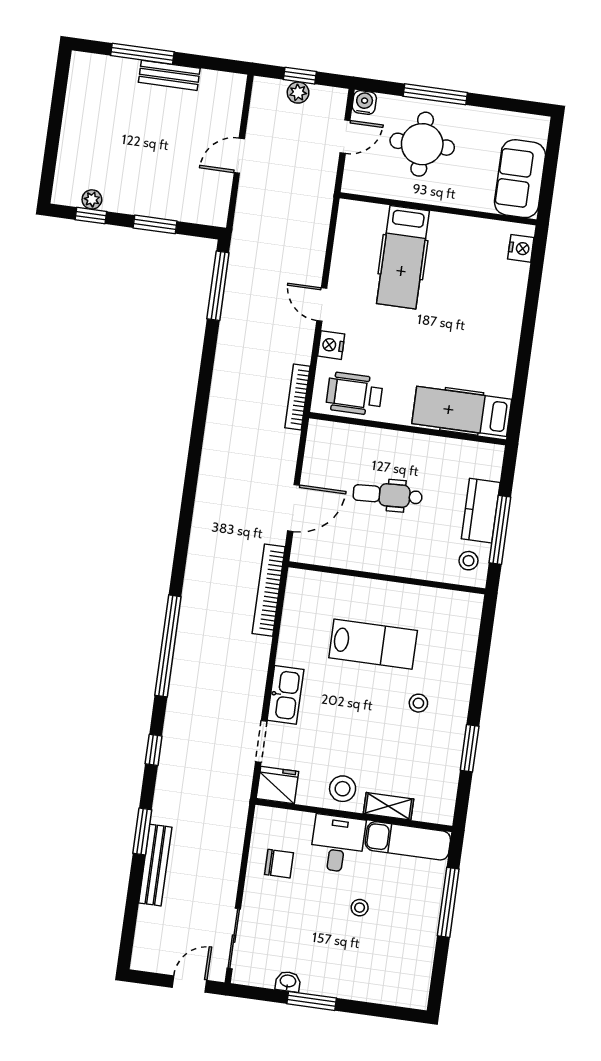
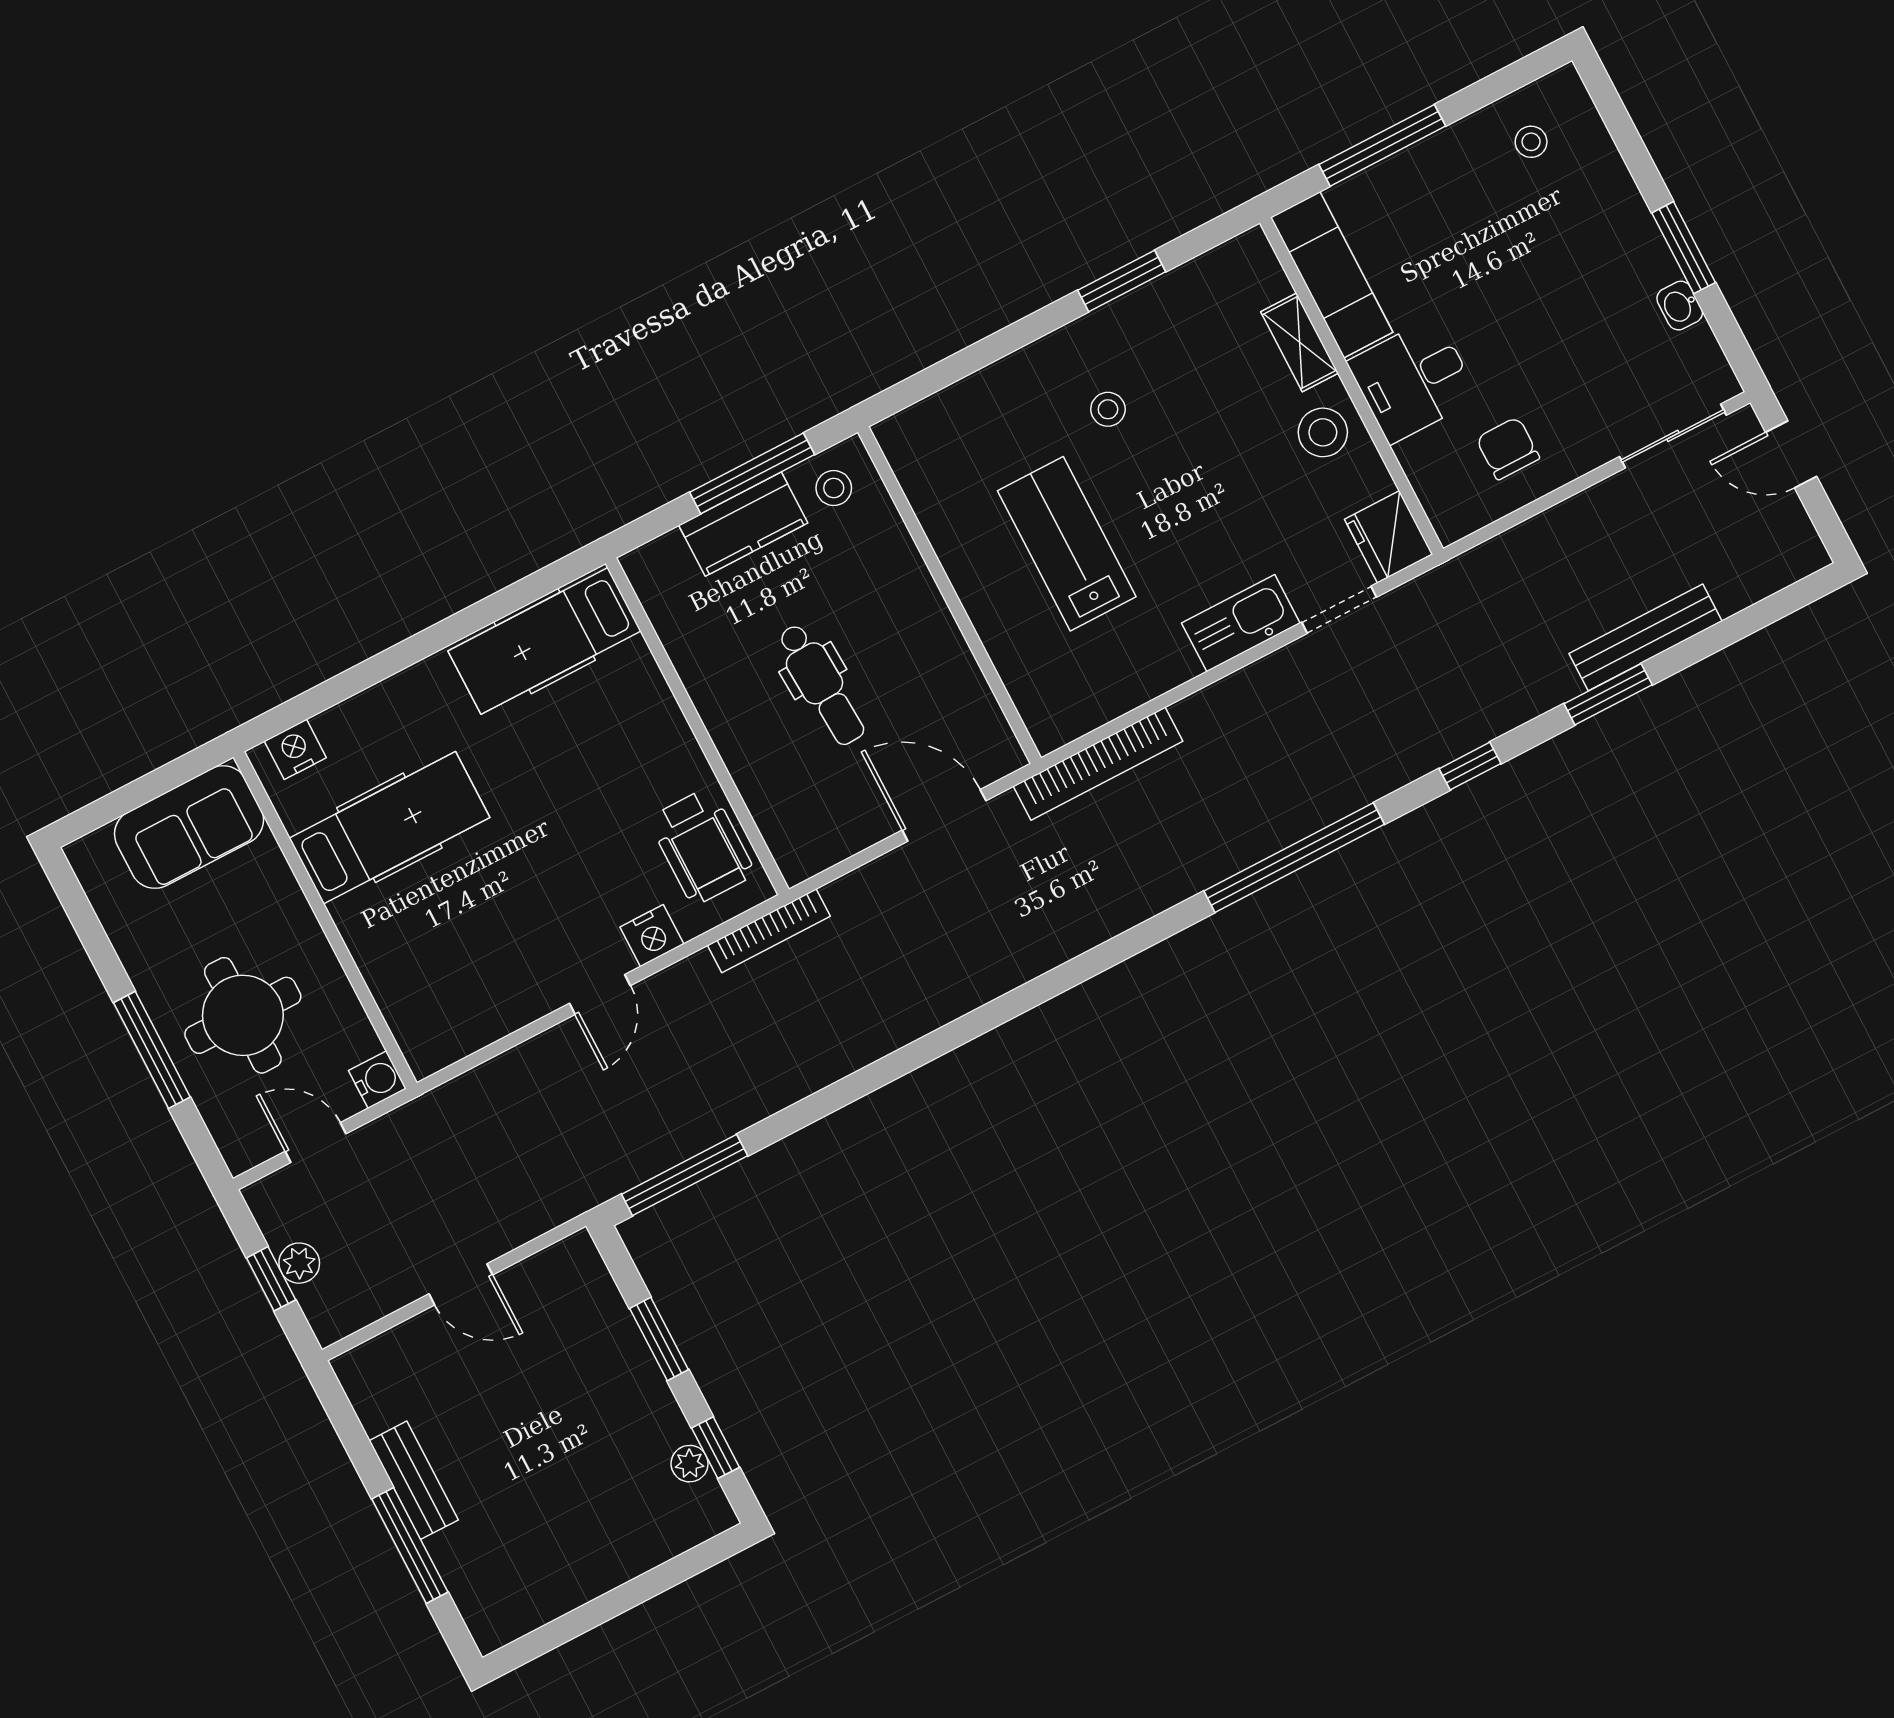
water cooler: (364, 102) -> (377, 1080), moved, turned 180
hospital bed: (403, 257) -> (389, 828), moved
hospital bed: (462, 411) -> (544, 641), moved, turned 90
stool: (360, 908) -> (1531, 142), moved

